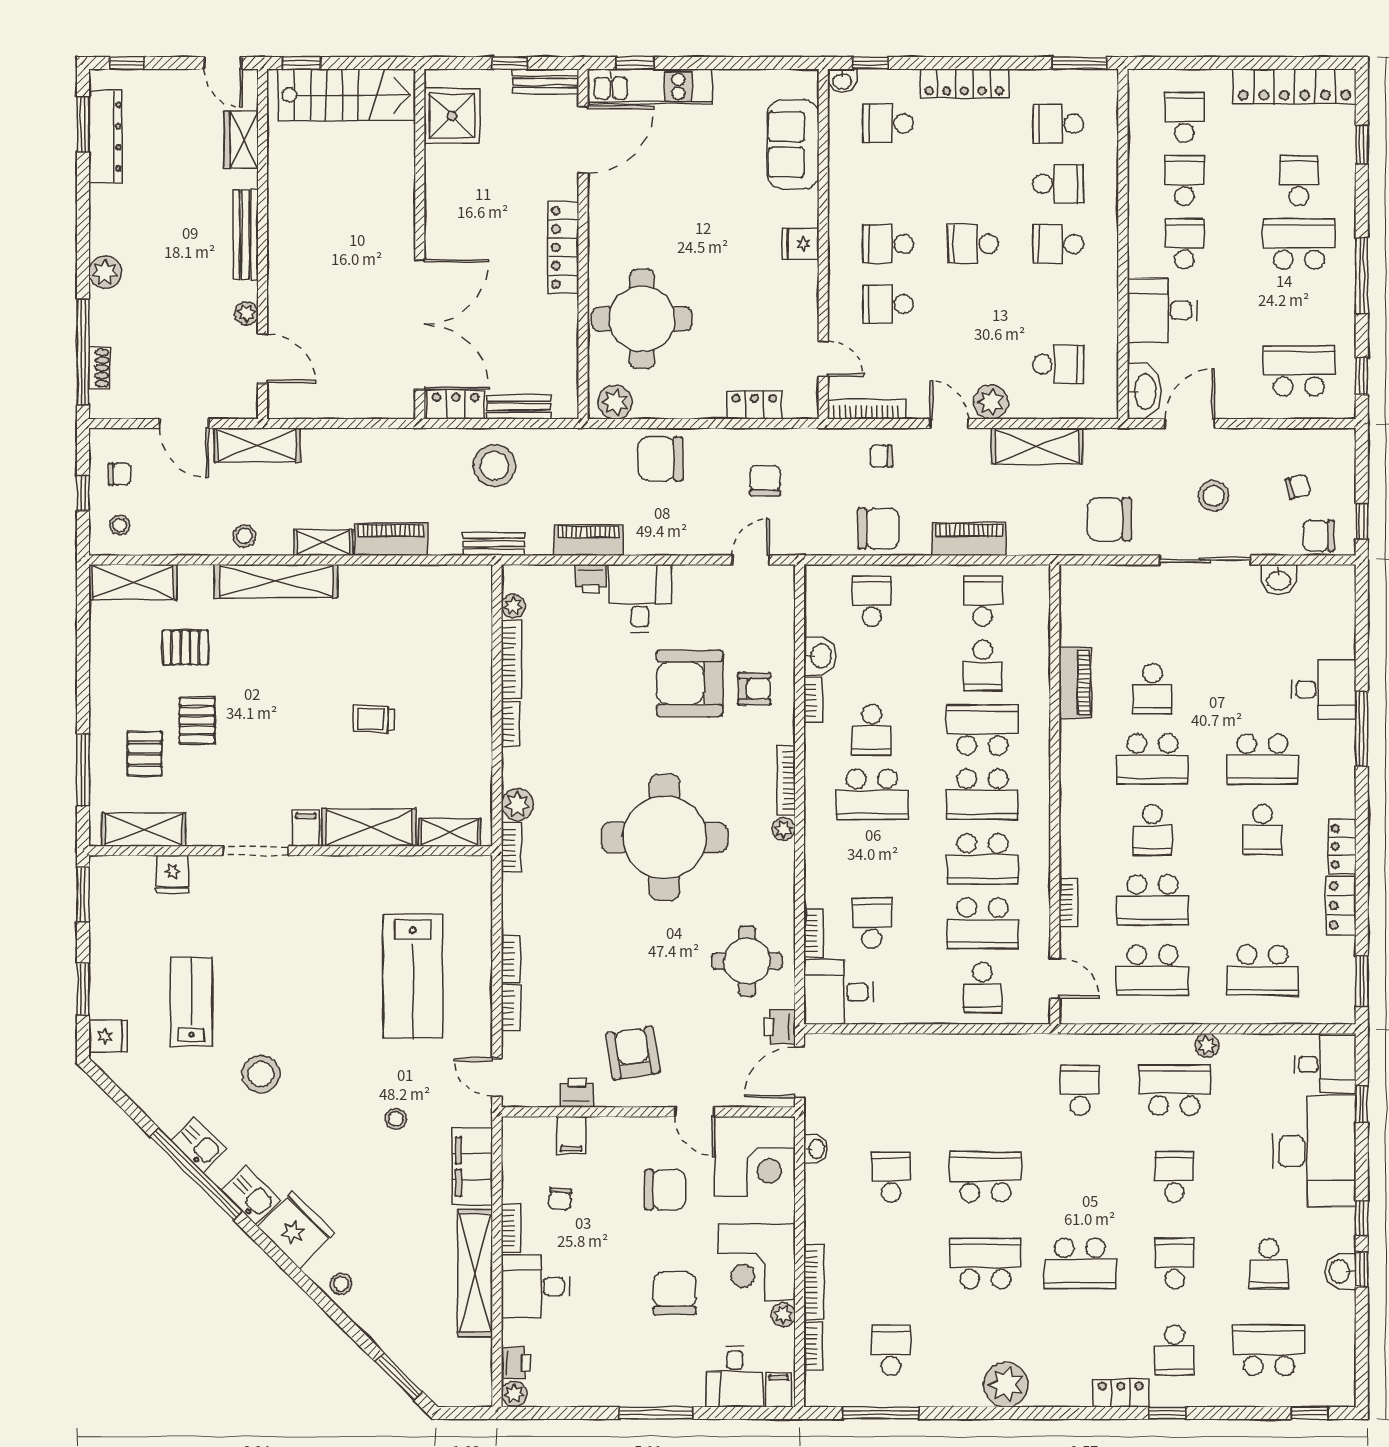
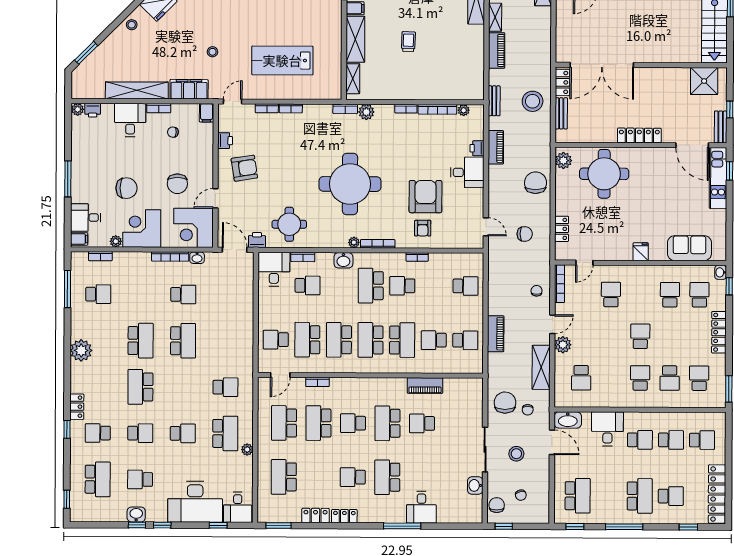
school desk: (888, 244) -> (670, 295), moved
chair: (879, 528) -> (528, 410), moved, width x0.54, depth x0.54
washbasin: (820, 656) -> (343, 260), moved
filing cabinet: (571, 1135) -> (207, 113), moved, turned -90
bookcase: (814, 1282) -> (170, 256), moved

